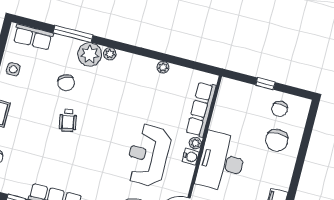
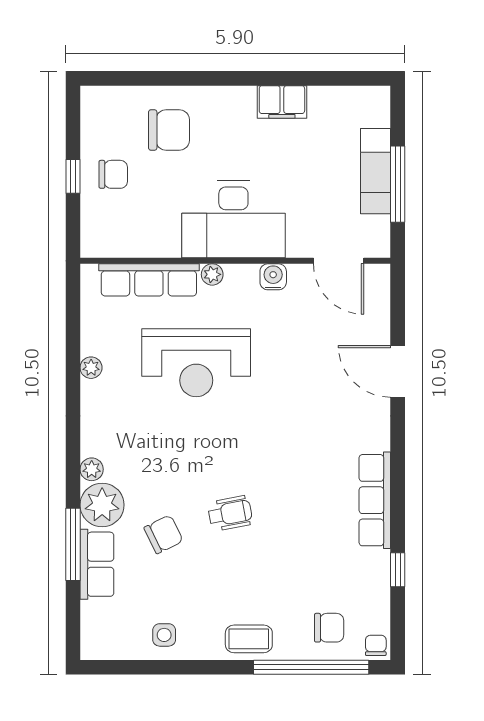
row of seats: (33, 37) -> (97, 564), moved
chair: (280, 109) -> (113, 174), moved
reception desk: (148, 155) -> (196, 363), moved
water cooler: (191, 157) -> (273, 277), moved

